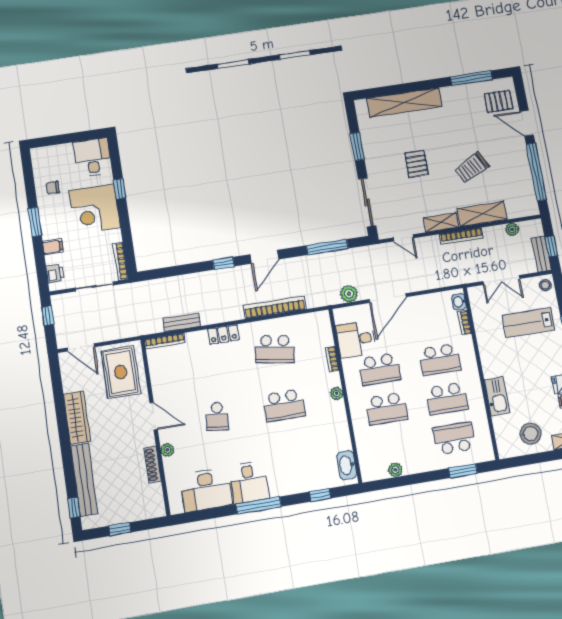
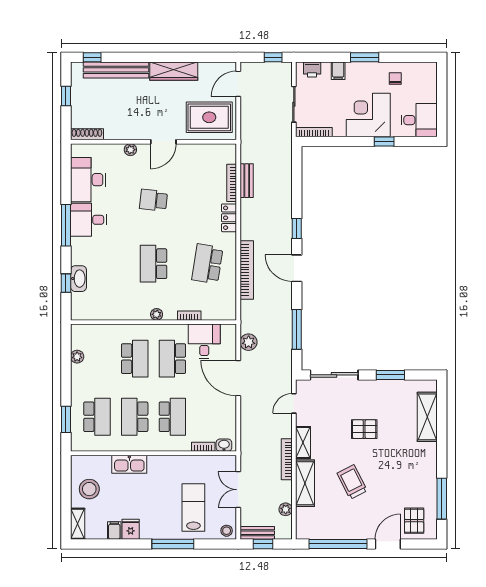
shelving: (404, 102) -> (427, 417), width x0.68
bookcase: (165, 341) -> (232, 183), moved
school desk: (440, 359) -> (172, 417), turned 180
school desk: (387, 409) -> (135, 359), turned 180
shoe rack: (153, 465) -> (87, 134), moved
washbasin: (347, 465) -> (78, 279), moved, turned 90

